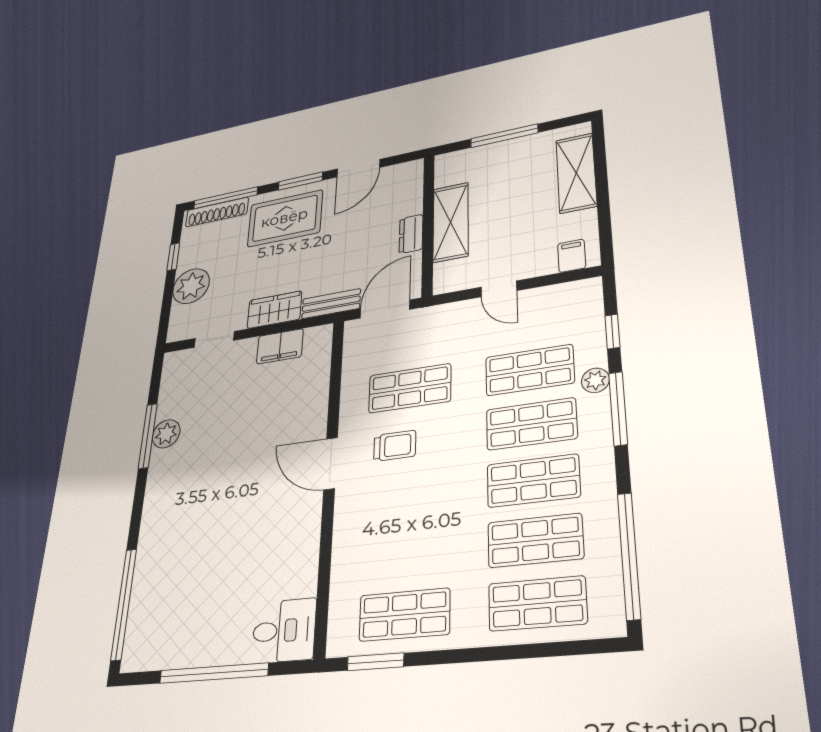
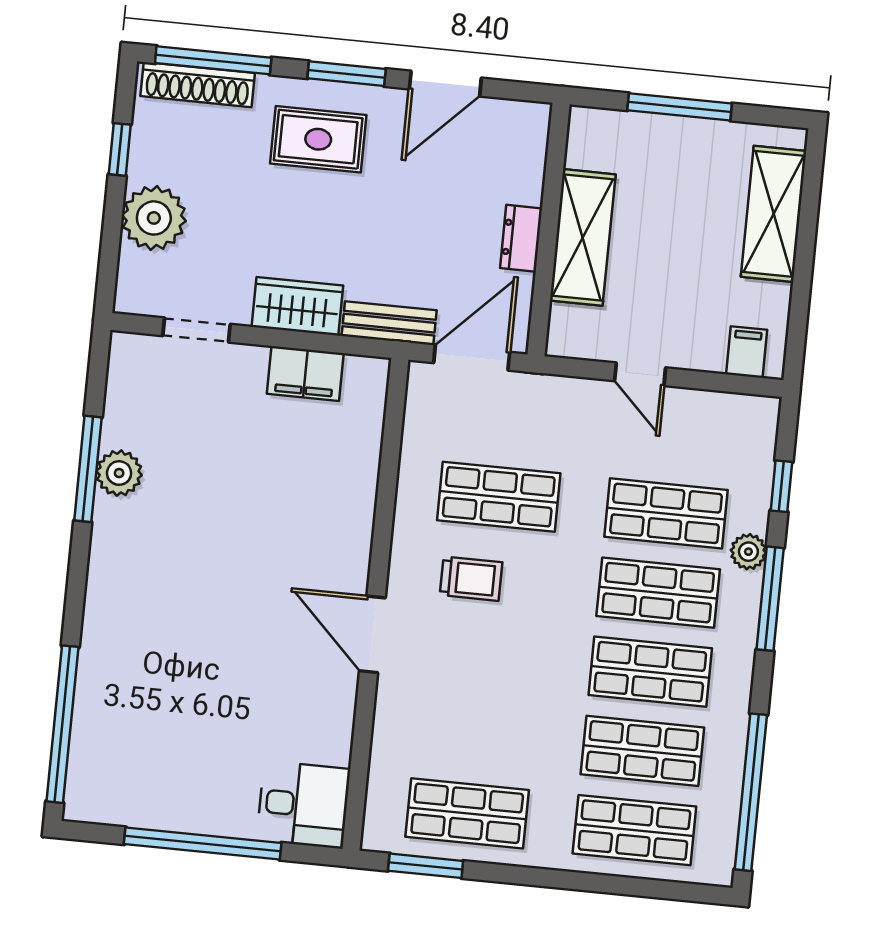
rug: (285, 218) -> (318, 139), width x0.73, depth x0.70
door: (331, 464) -> (372, 634), moved

